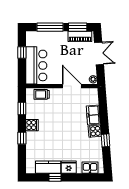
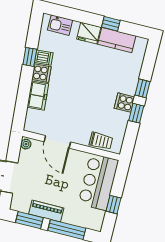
piano: (80, 36) -> (46, 211), moved
window: (22, 109) -> (136, 113), moved
dishwasher: (96, 142) -> (44, 58), added

